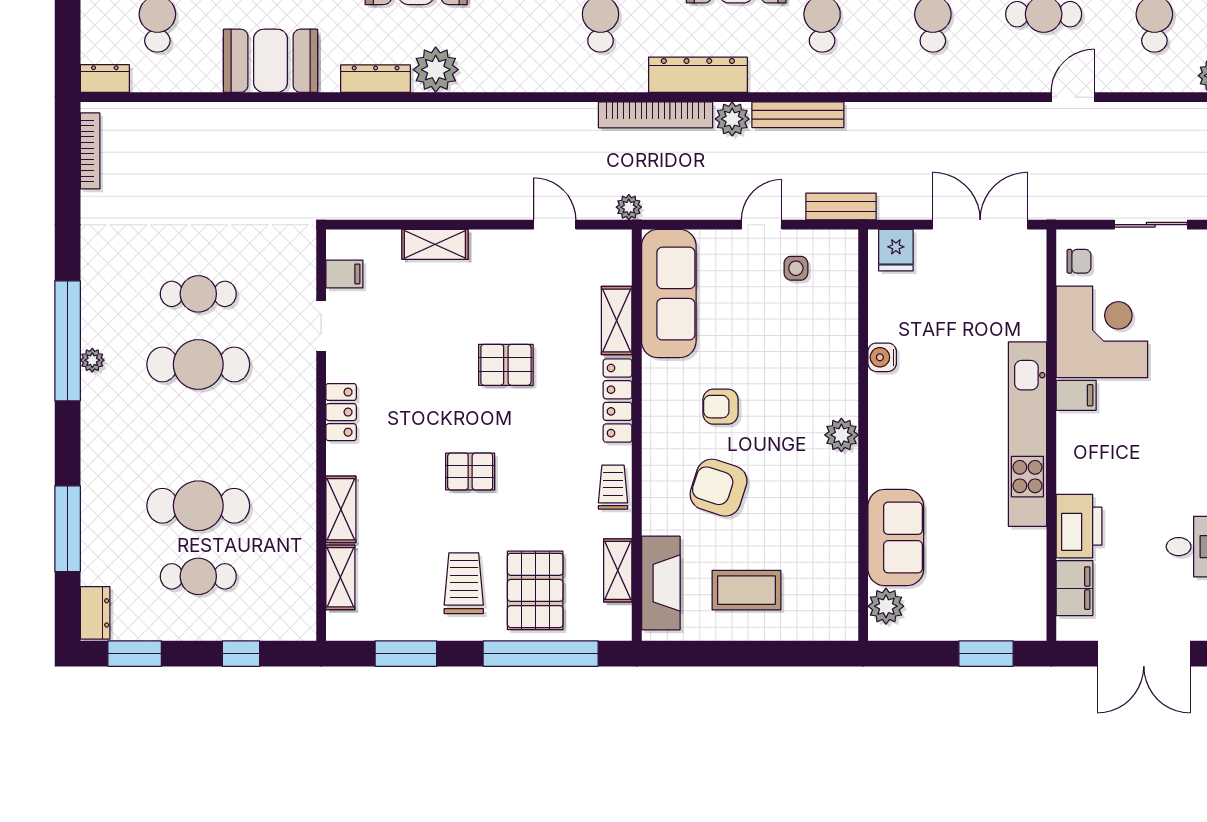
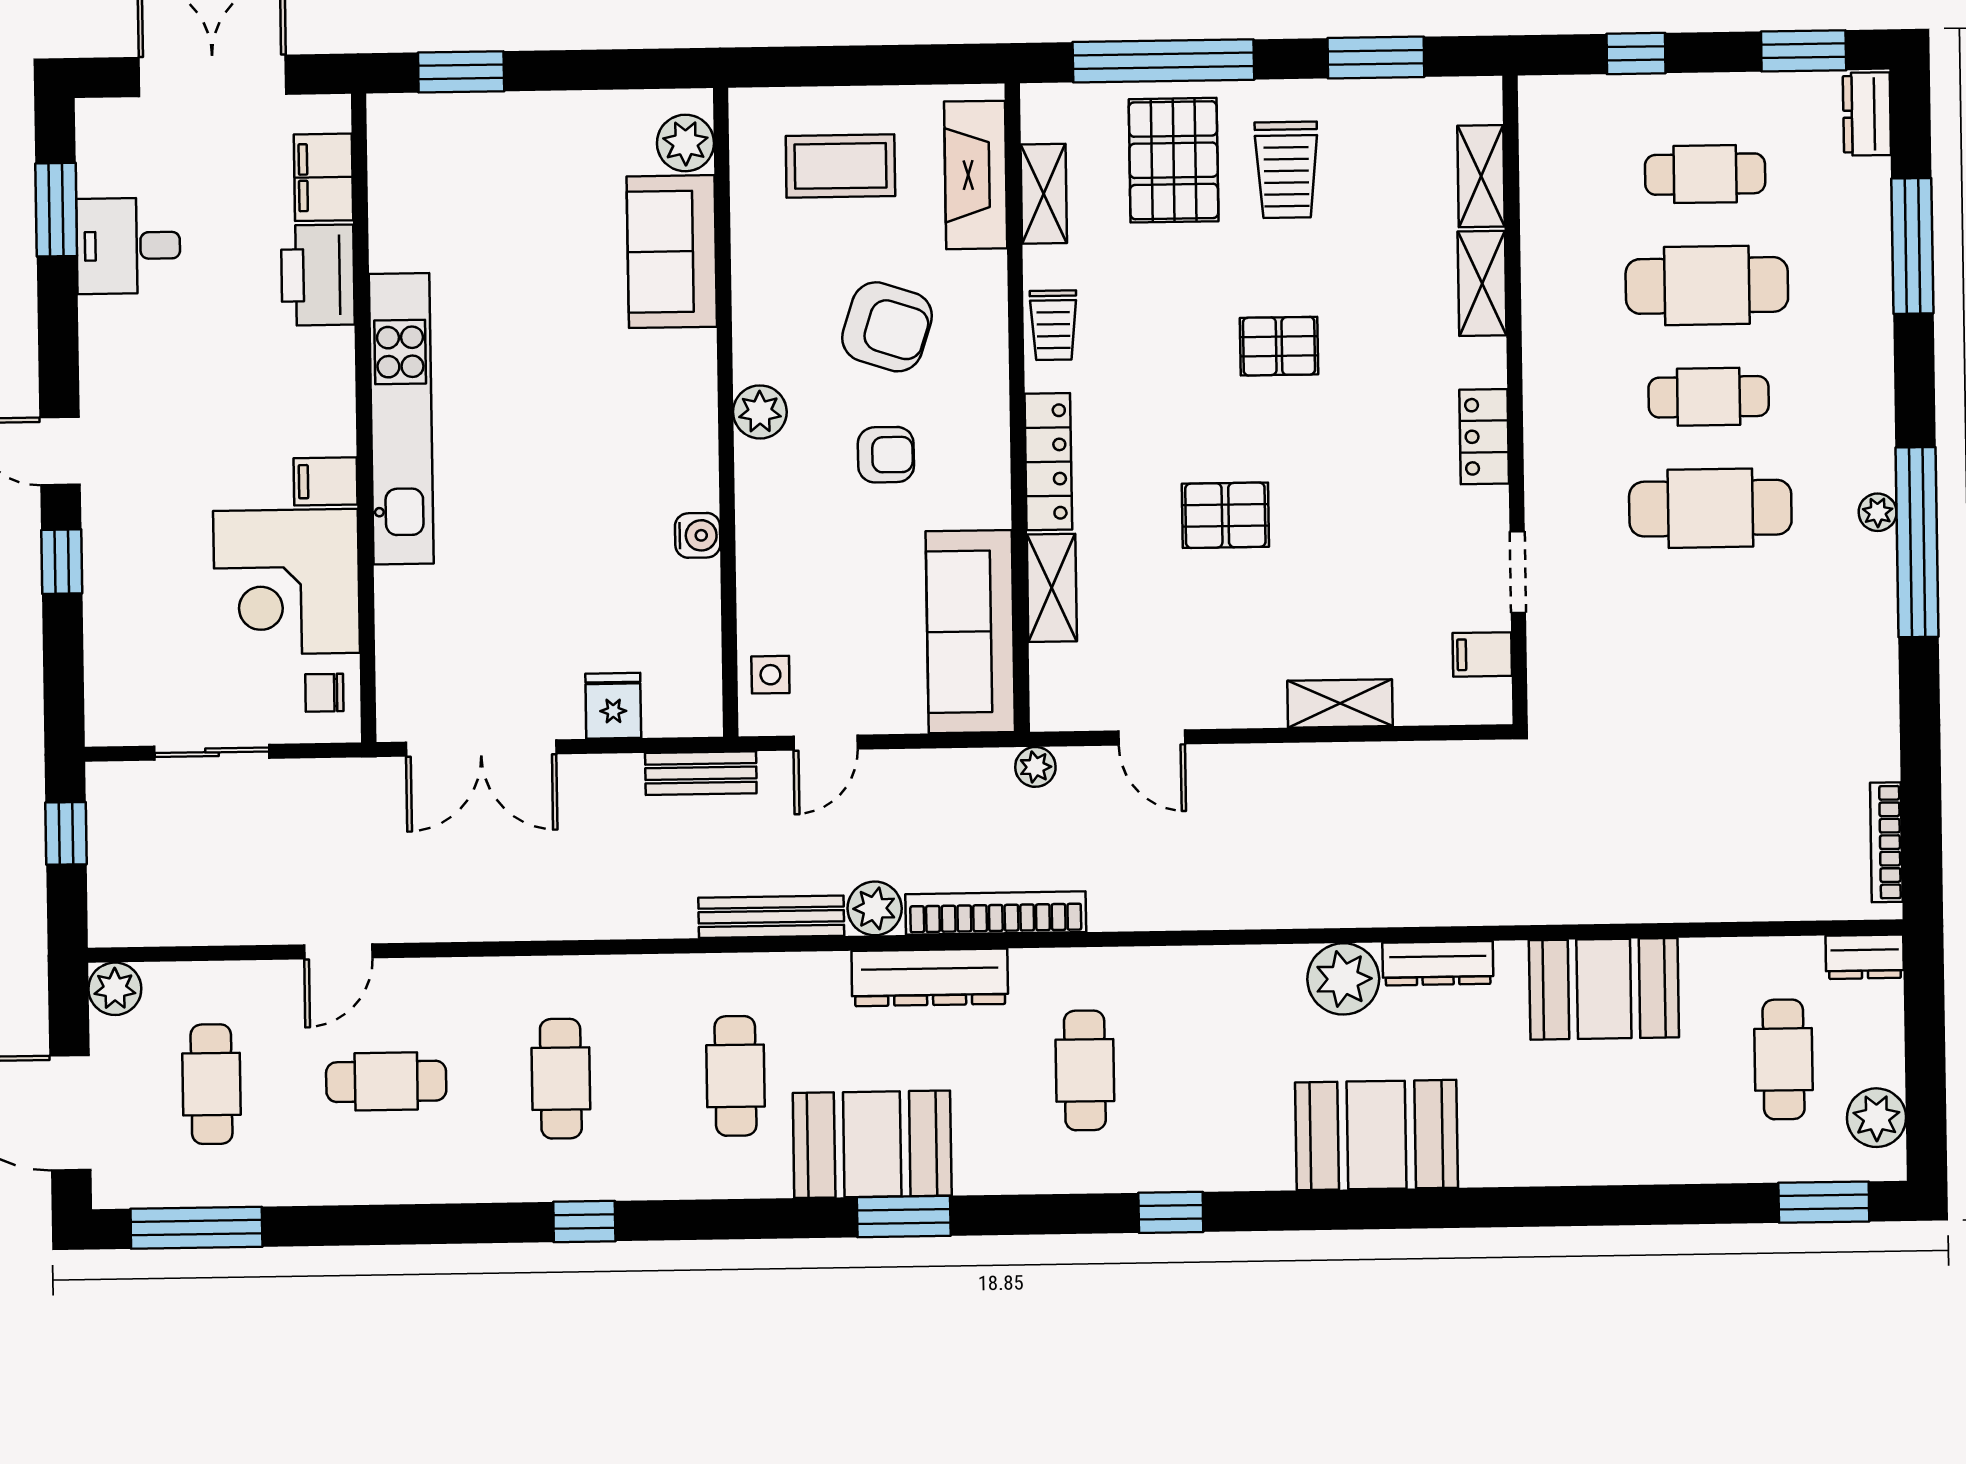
cafe table: (198, 294) -> (1709, 397), moved
water cooler: (882, 357) -> (698, 535), moved
plant: (841, 435) -> (760, 412), moved
wall: (863, 435) -> (726, 412), moved
sofa: (896, 538) -> (672, 252), moved
plant: (886, 606) -> (685, 143), moved

